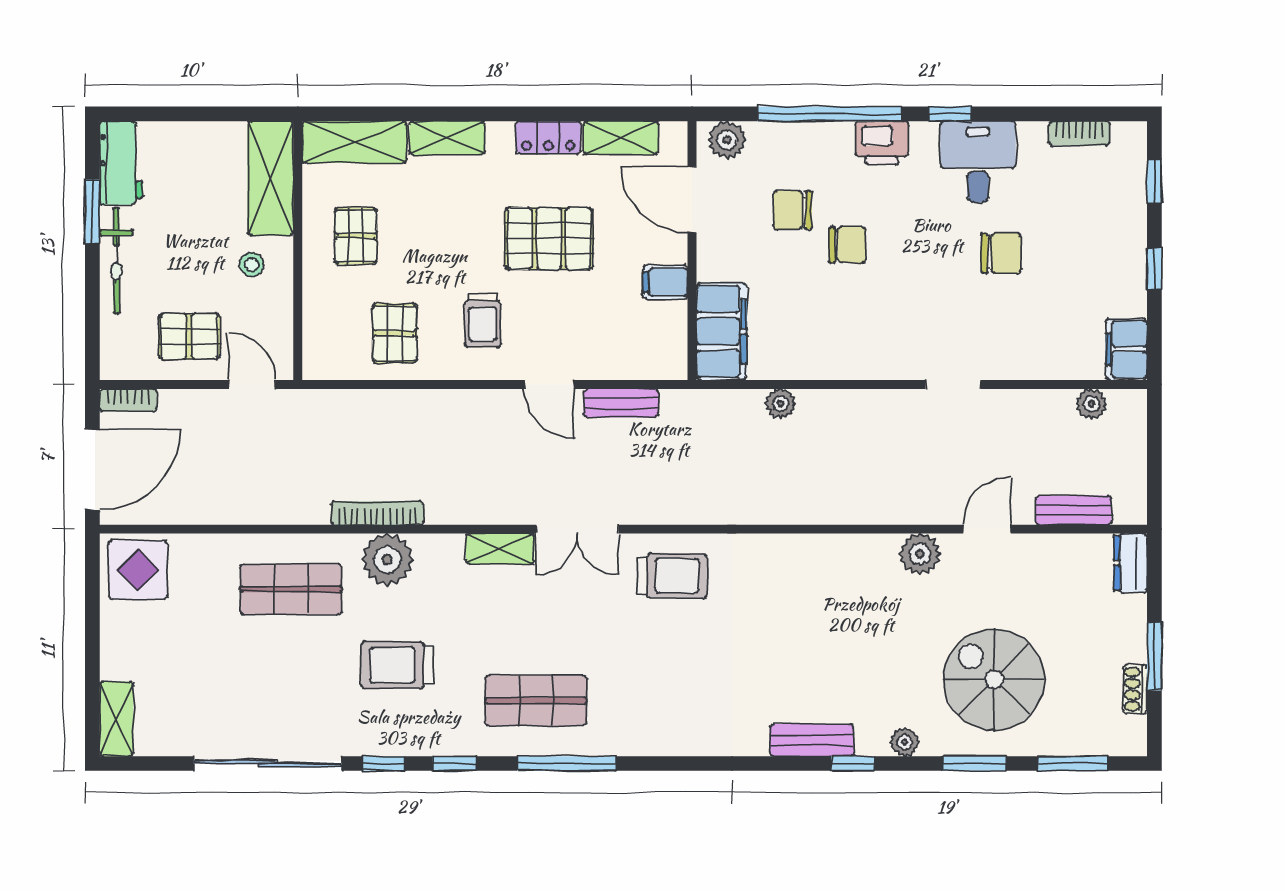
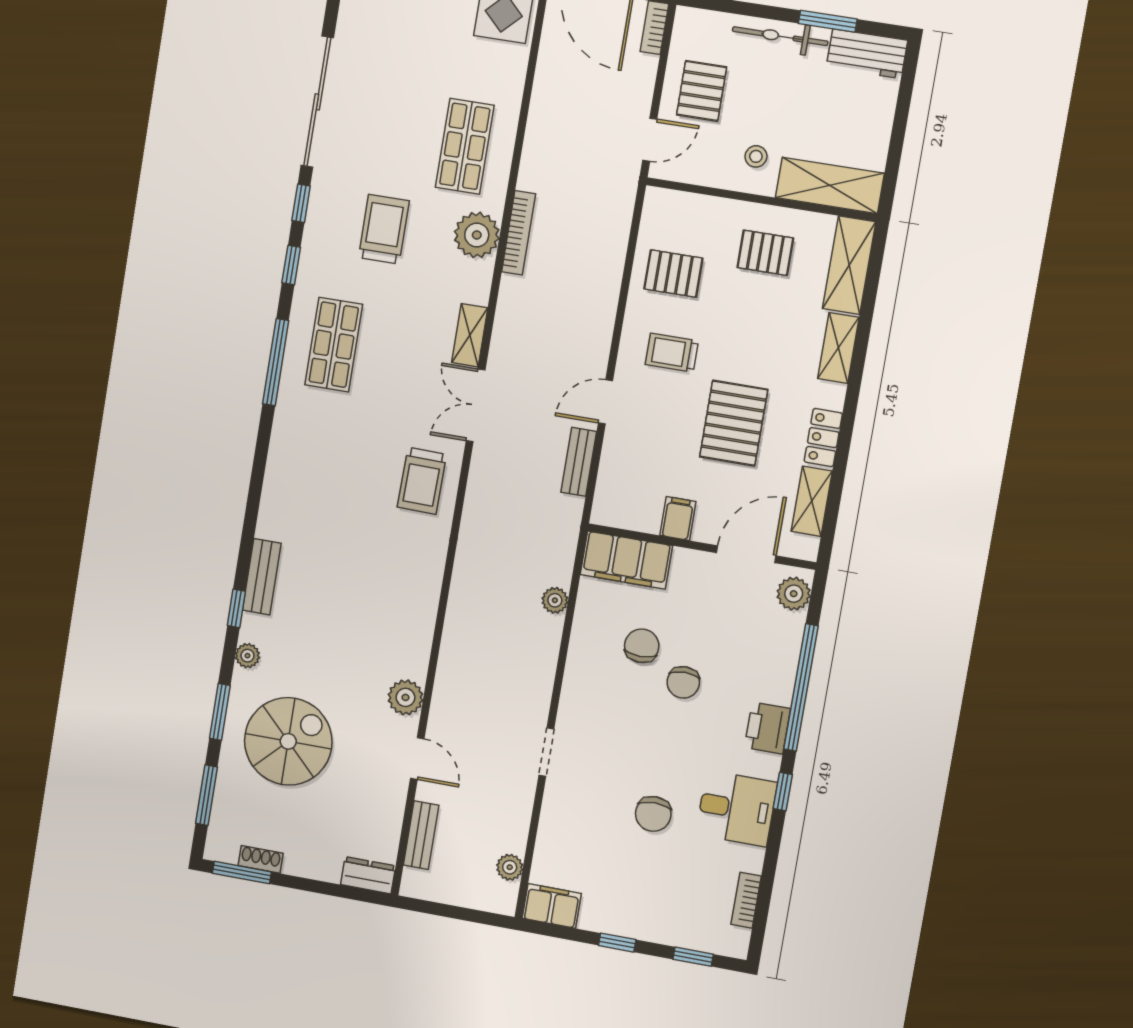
chair: (792, 210) -> (642, 646), moved
window: (1154, 657) -> (242, 873), moved

